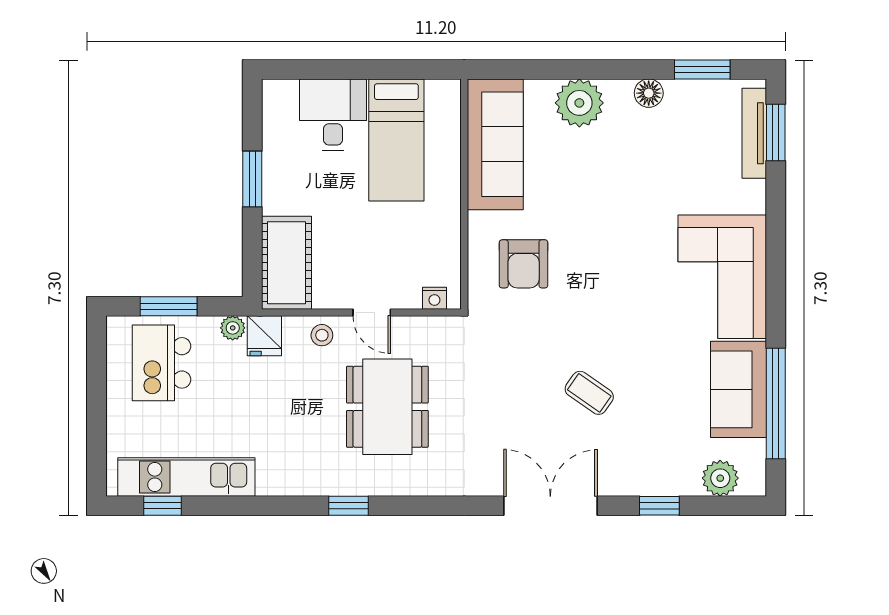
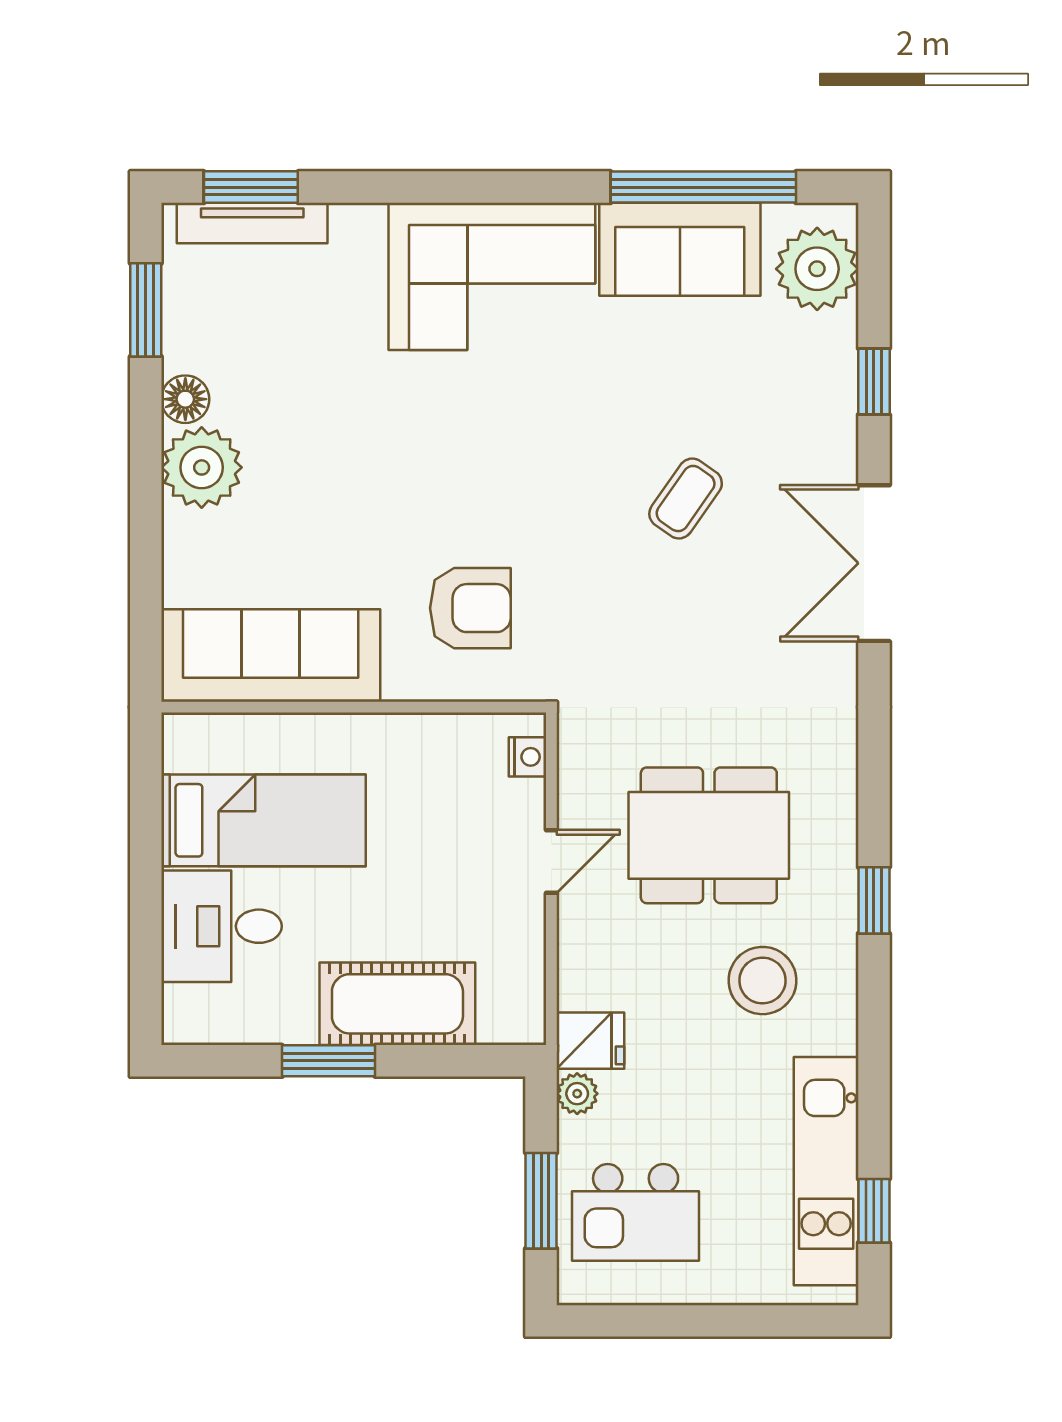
plant: (579, 103) -> (202, 467), moved
cot: (286, 263) -> (397, 1004), moved
stool: (322, 335) -> (762, 981), moved, width x1.89, depth x1.89
plant: (720, 478) -> (817, 269), width x1.36, depth x1.36

